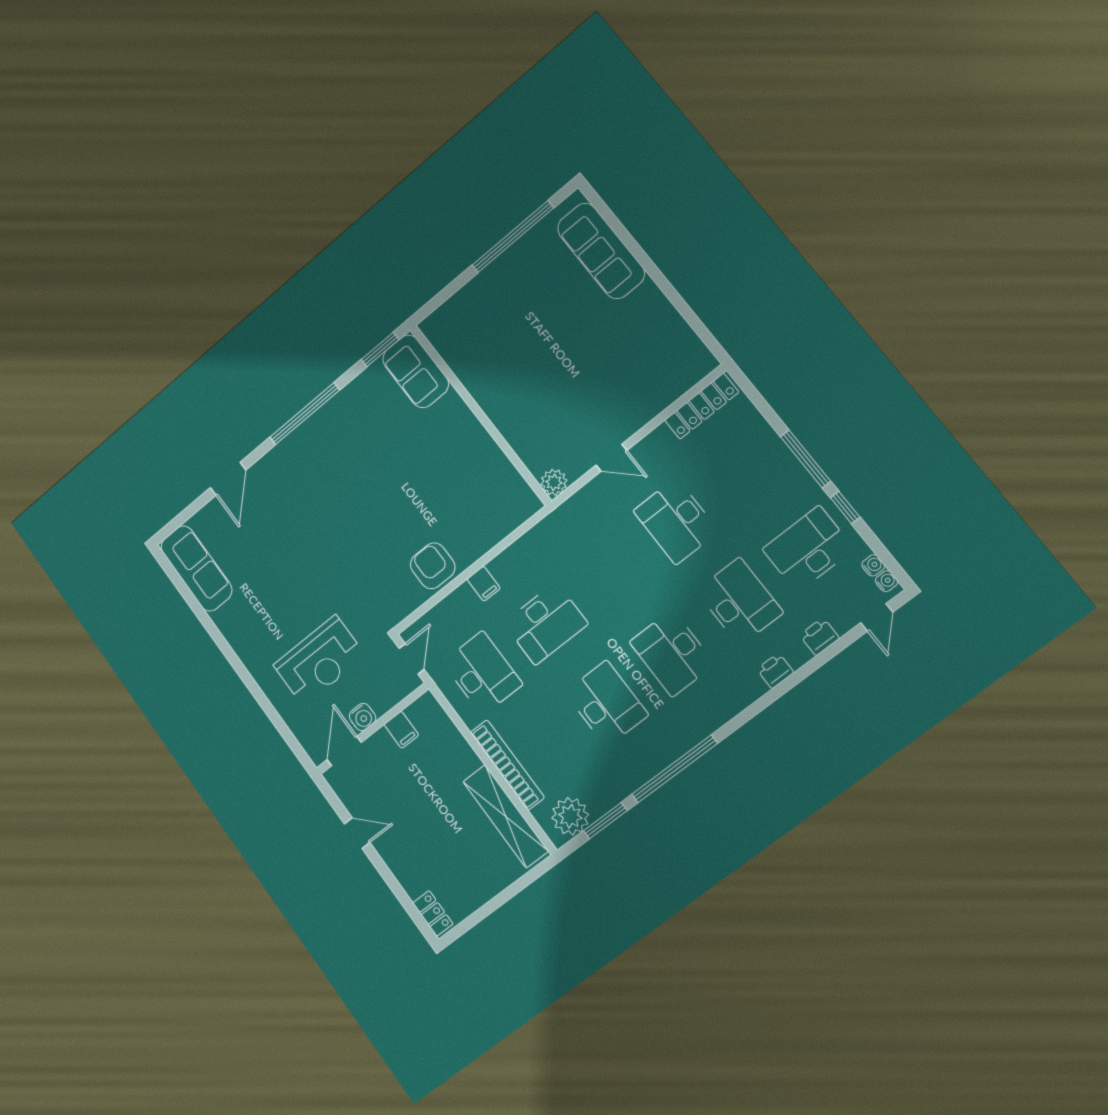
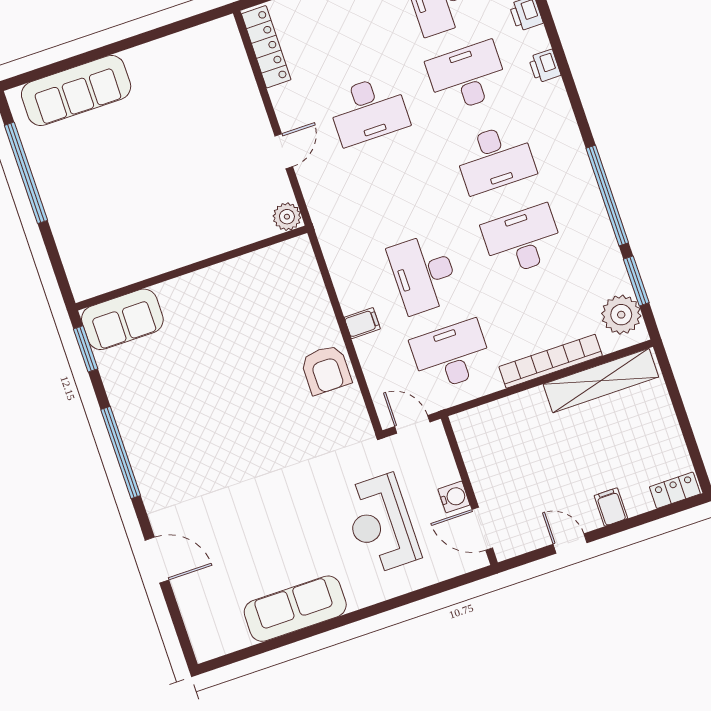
armchair: (433, 566) -> (326, 370), turned -90
sofa: (196, 568) -> (295, 609), moved
desk: (546, 624) -> (424, 274), turned 180
reception desk: (319, 660) -> (381, 524), turned 180
filing cabinet: (401, 730) -> (611, 507), moved, turned -90
door: (357, 833) -> (570, 544), hinge flipped

